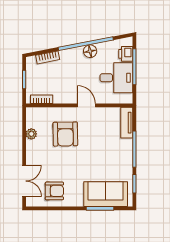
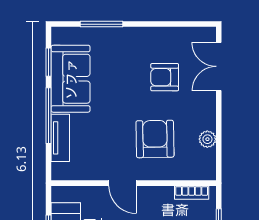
tv unit: (127, 123) -> (60, 138), moved
armchair: (54, 191) -> (165, 77), moved
sofa: (106, 194) -> (71, 79), moved, turned -90

